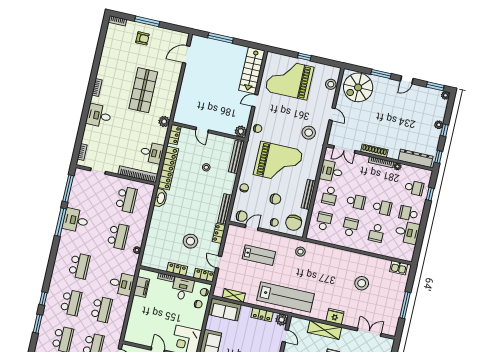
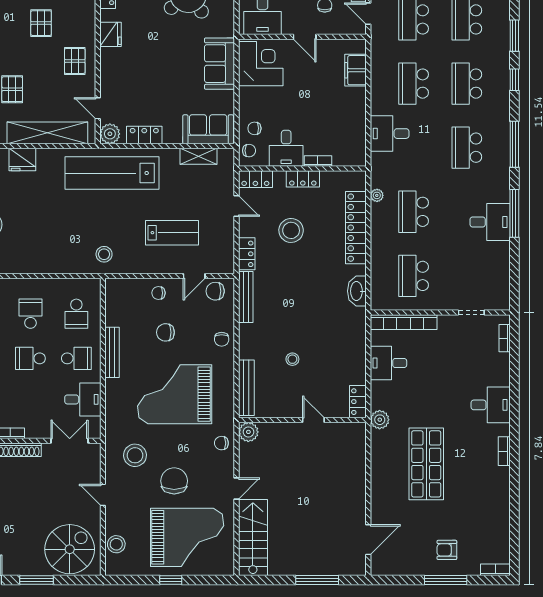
locker: (168, 168) -> (356, 228), moved
window: (68, 188) -> (514, 144), moved
school desk: (330, 196) -> (76, 358), turned 90
chair: (294, 223) -> (174, 481), moved
school desk: (350, 227) -> (30, 314), turned 180
lab bench: (259, 255) -> (172, 233), turned 180
filing cabinet: (141, 287) -> (355, 70), moved
shelving: (324, 330) -> (47, 133), width x1.47

